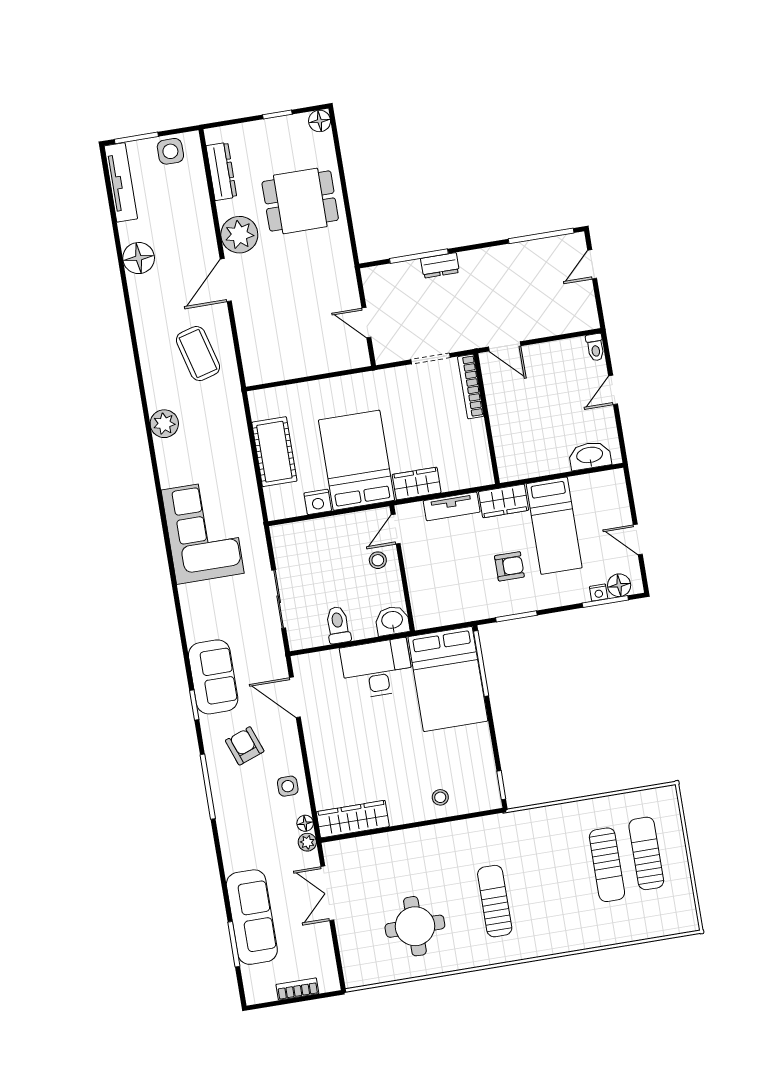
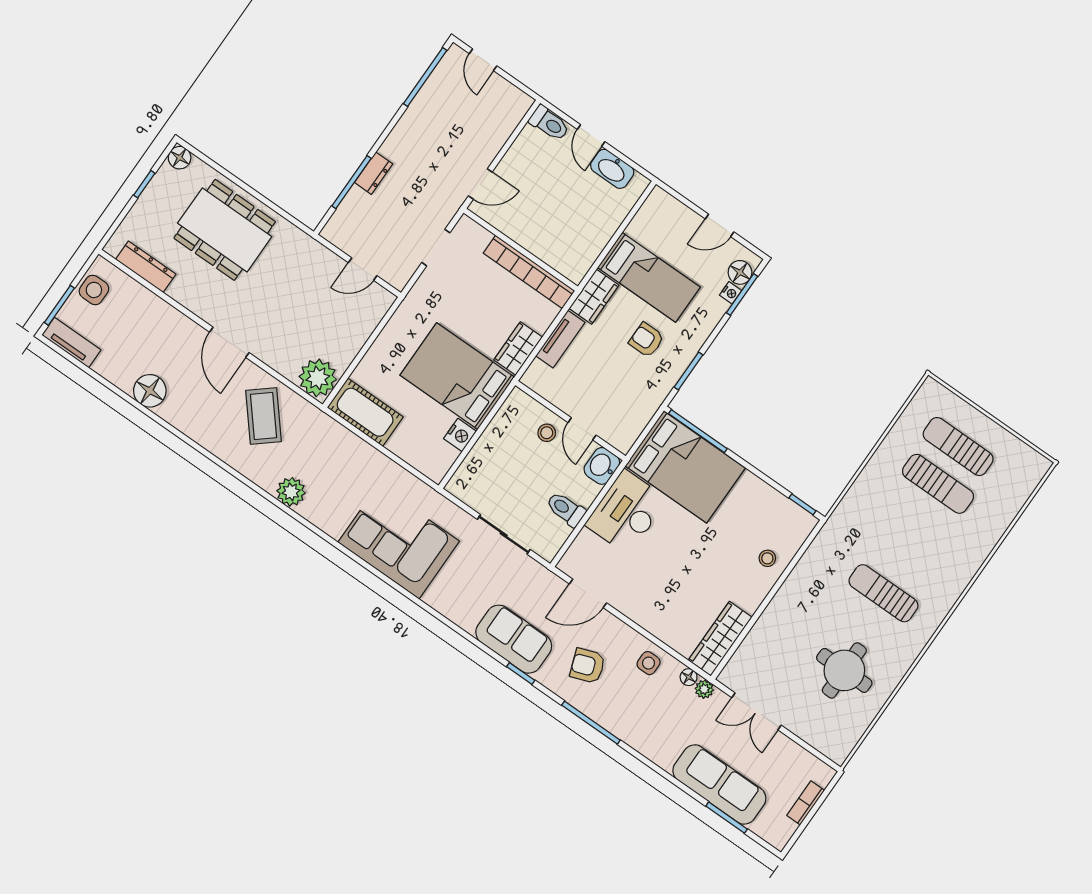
tv unit: (121, 182) -> (71, 342), width x0.71
dining table: (300, 201) -> (225, 230), width x1.38
plant: (239, 235) -> (318, 378), moved
toilet: (595, 347) -> (549, 123), width x1.37, depth x1.39
coffee table: (198, 354) -> (263, 416), turned 65
bookcase: (471, 386) -> (529, 272), moved, width x1.48, depth x1.31
cot: (274, 452) -> (365, 412), moved
washbasin: (590, 456) -> (612, 169), moved, turned -90
door: (396, 529) -> (582, 429), moved
armchair: (509, 566) -> (647, 340), turned -90

